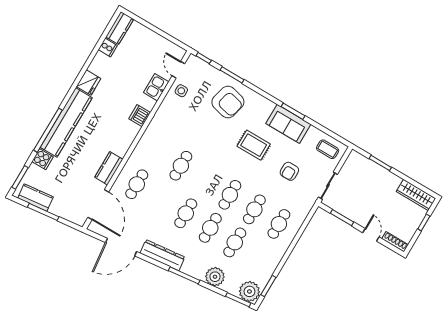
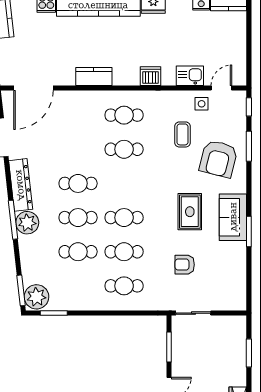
sofa: (288, 124) -> (233, 217), moved
coffee table: (328, 149) -> (182, 134), moved
kitchen counter: (109, 168) -> (94, 77), moved
cafe table: (137, 184) -> (124, 115), moved
plant: (215, 277) -> (27, 223), moved

